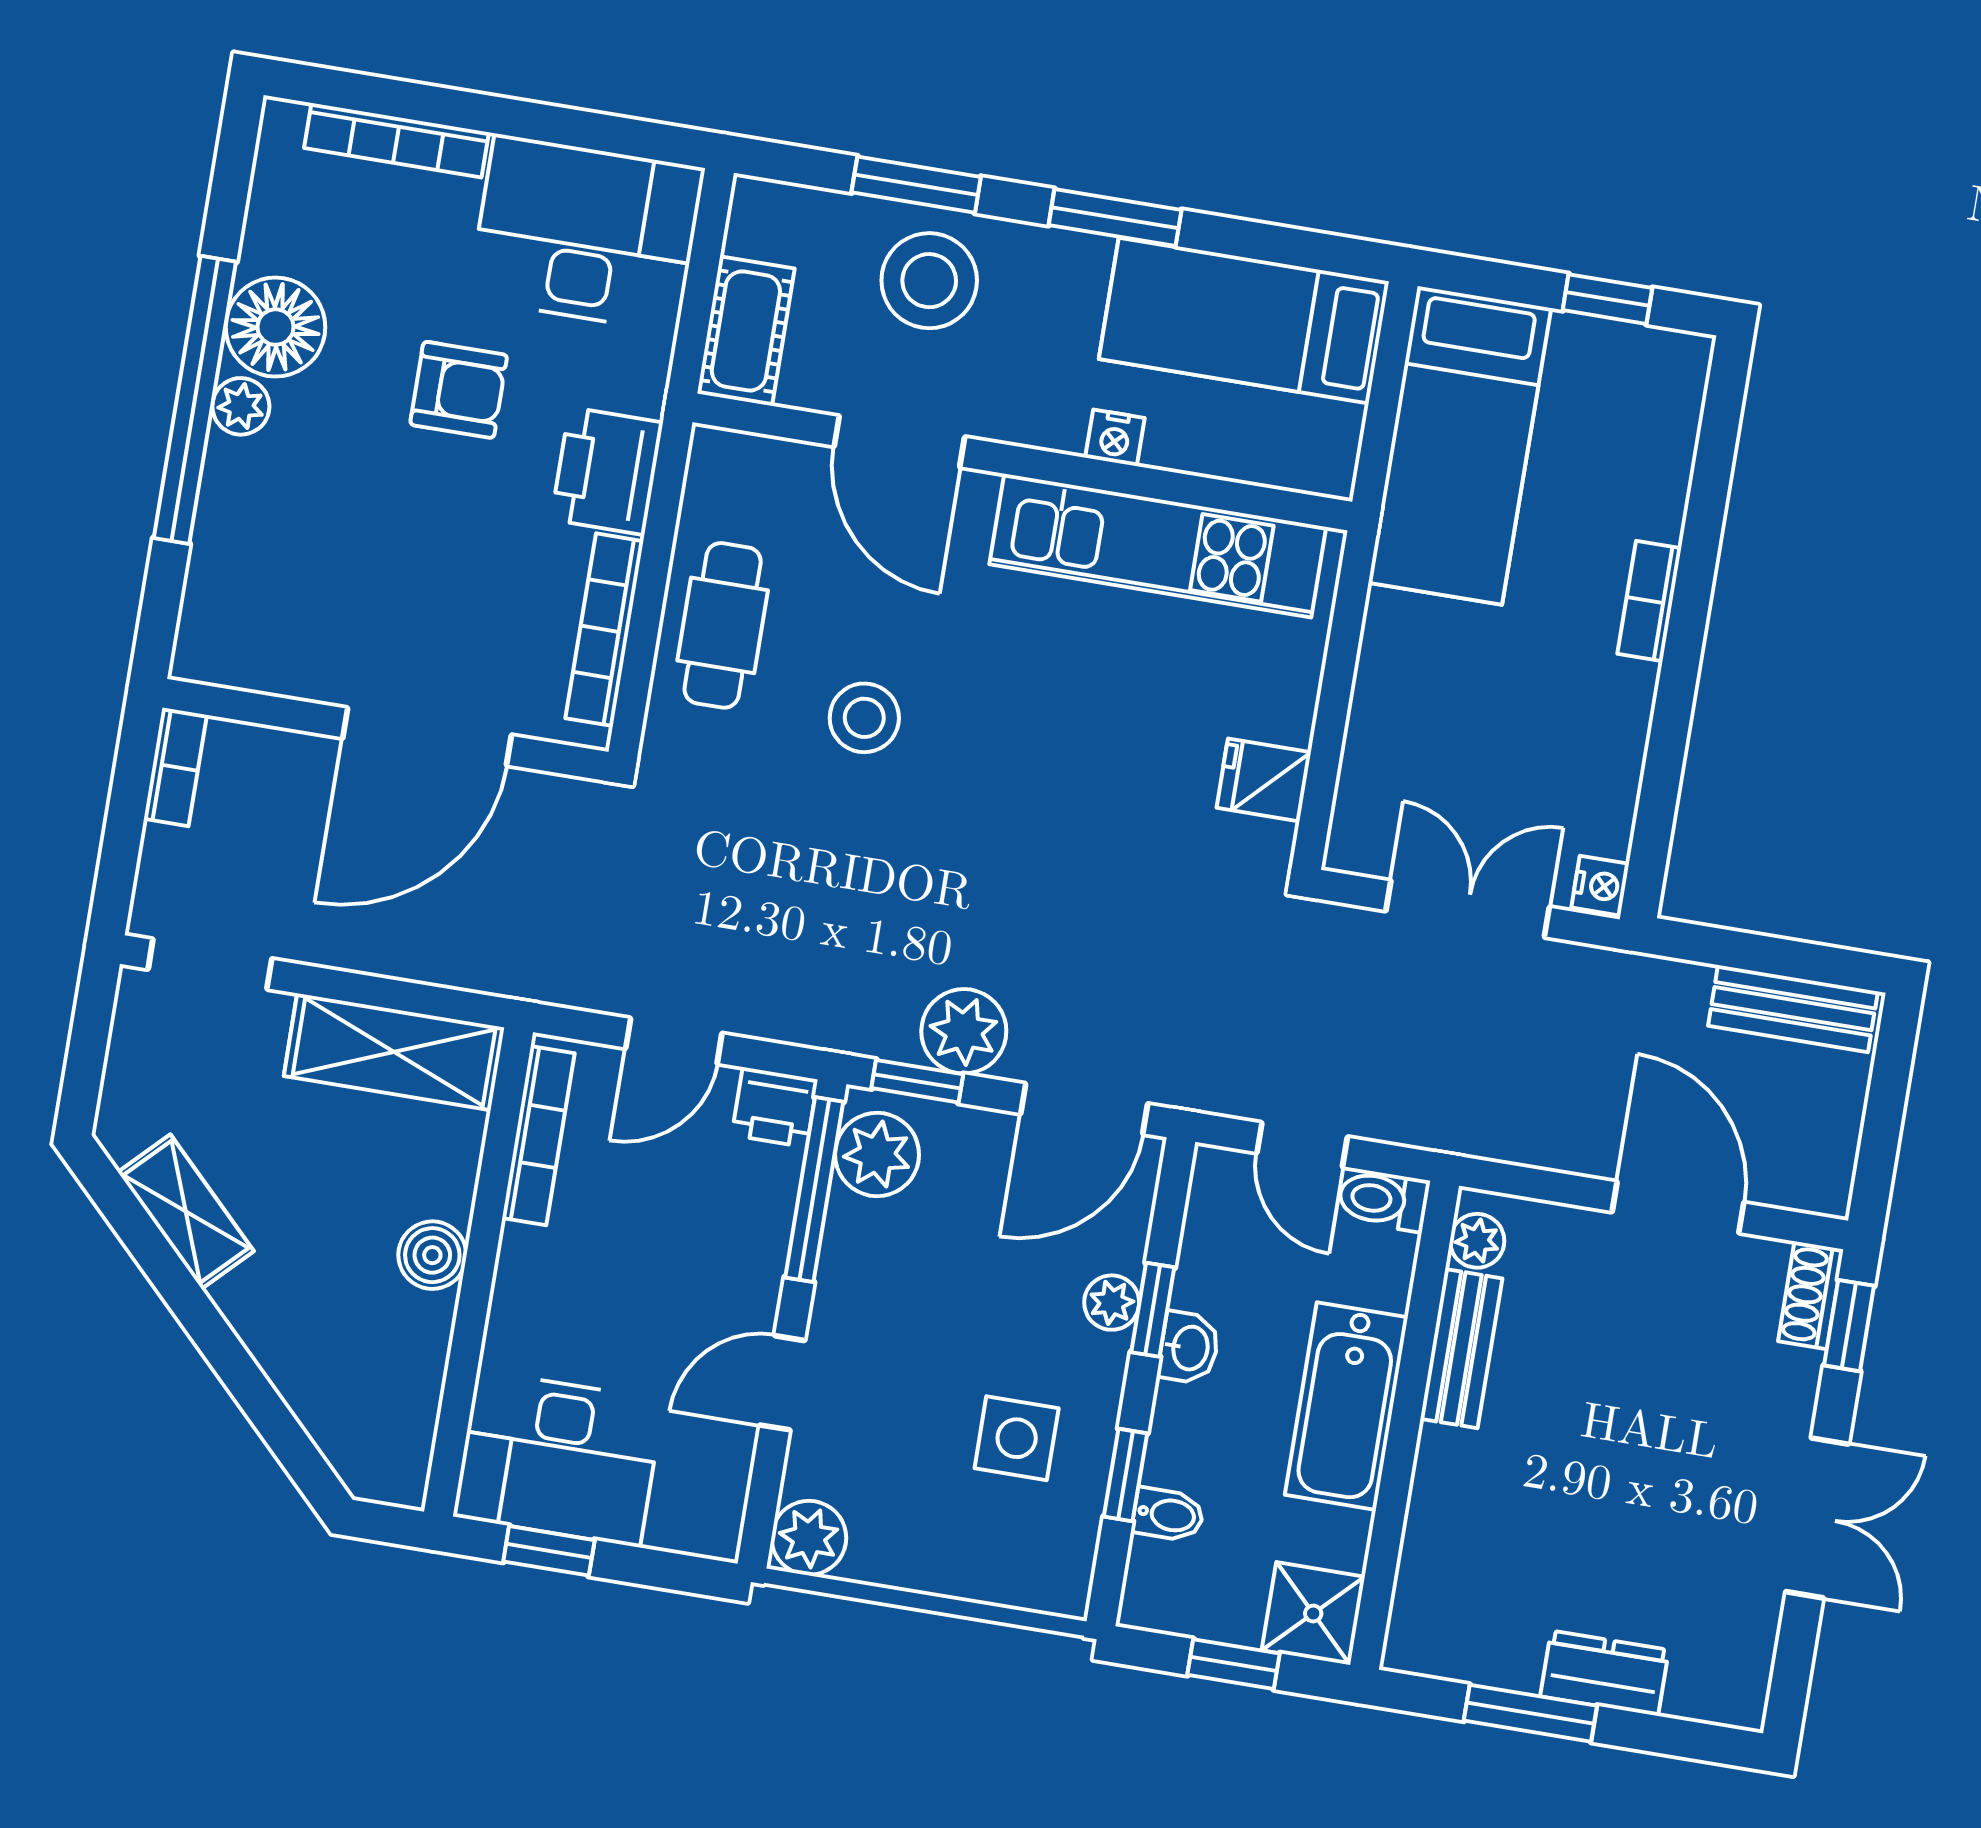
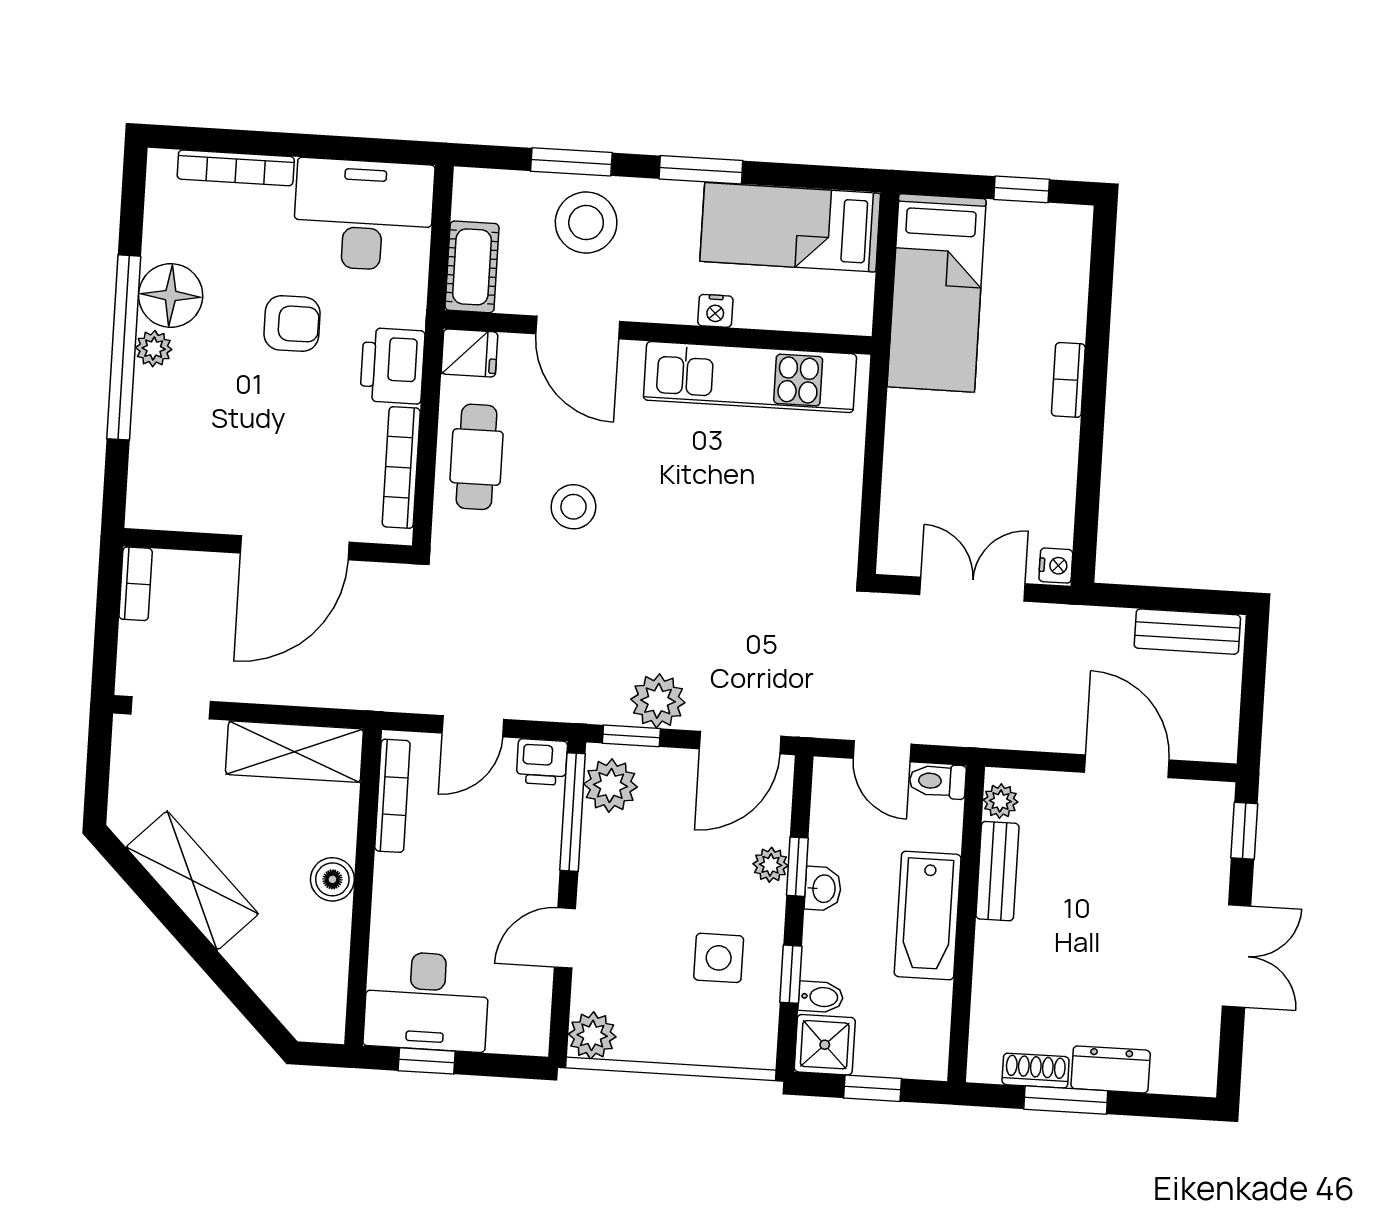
fridge: (1264, 780) -> (469, 353), moved, turned 180
shelving: (186, 1212) -> (192, 881), width x1.50, depth x1.33
shoe rack: (1811, 1295) -> (1036, 1071), moved, turned 90
shower: (1313, 1614) -> (825, 1045), moved

